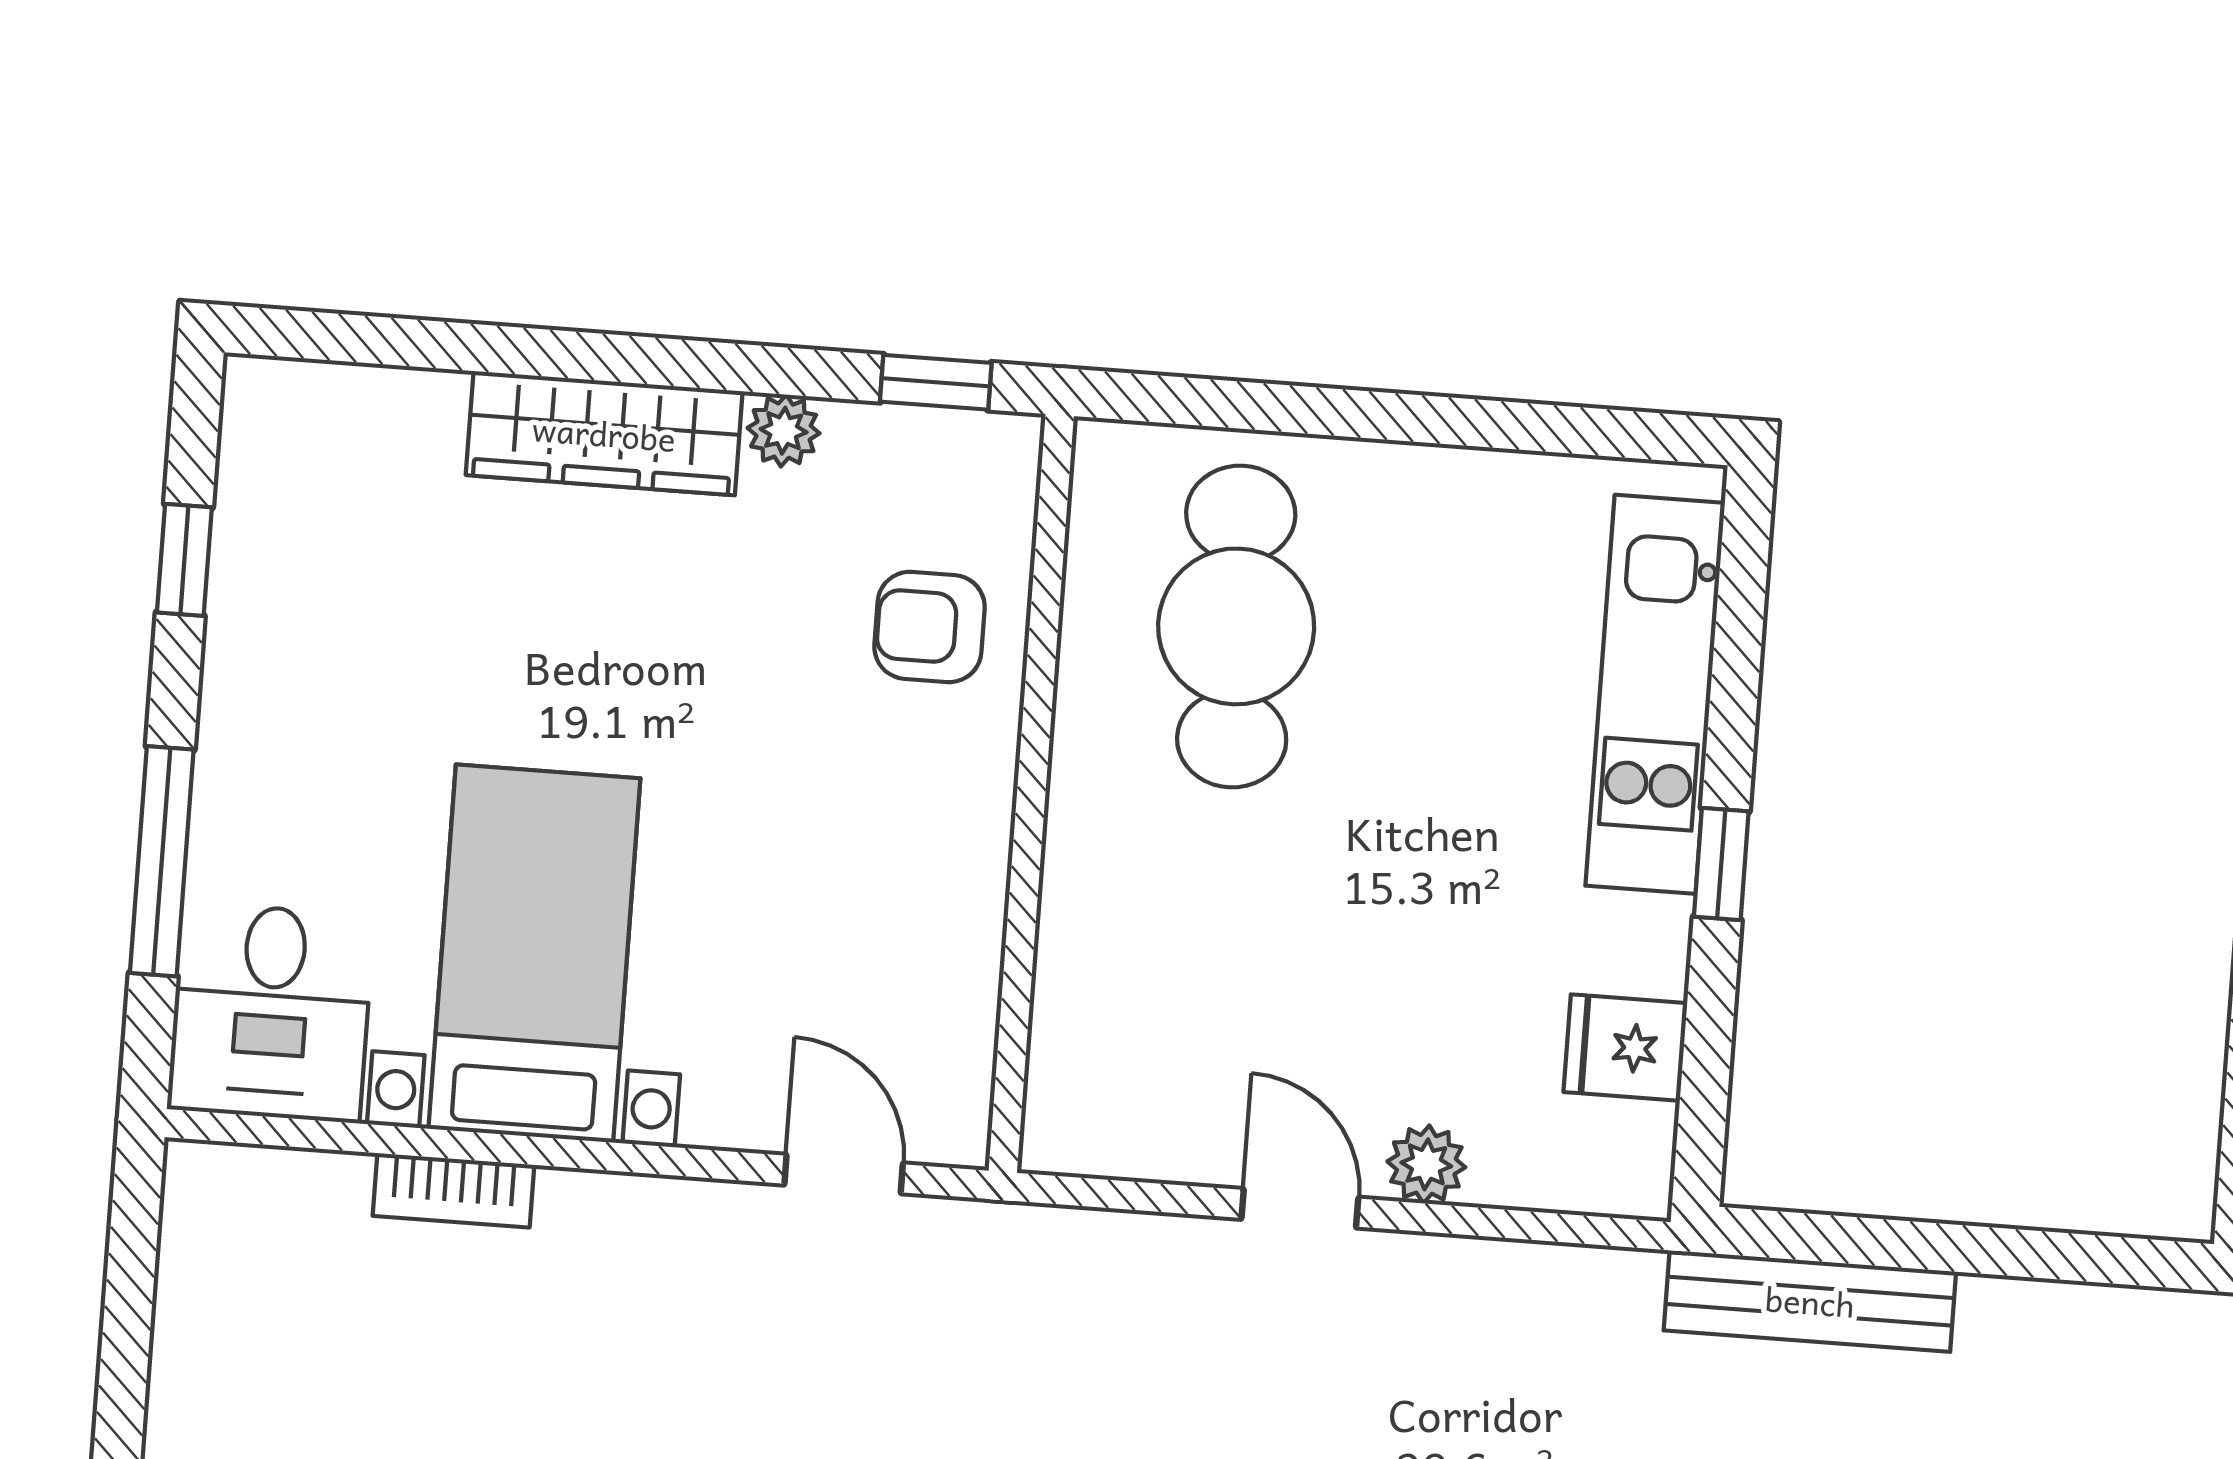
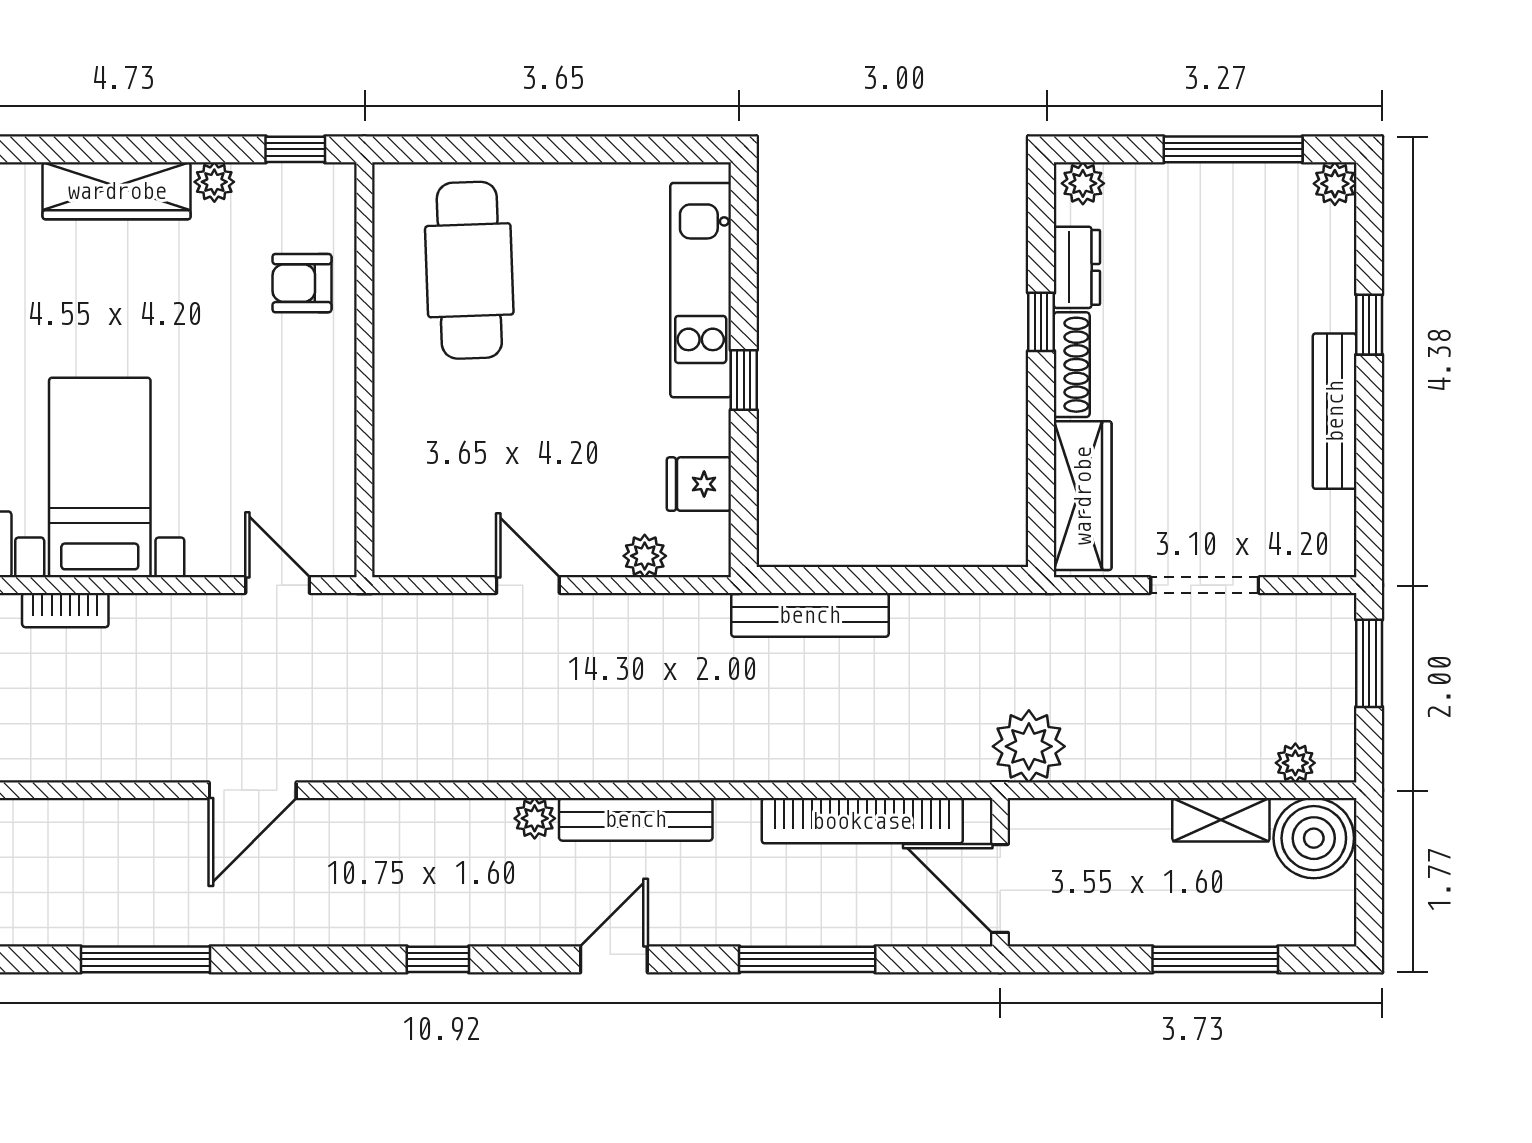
plant: (1426, 1164) -> (645, 556), moved

